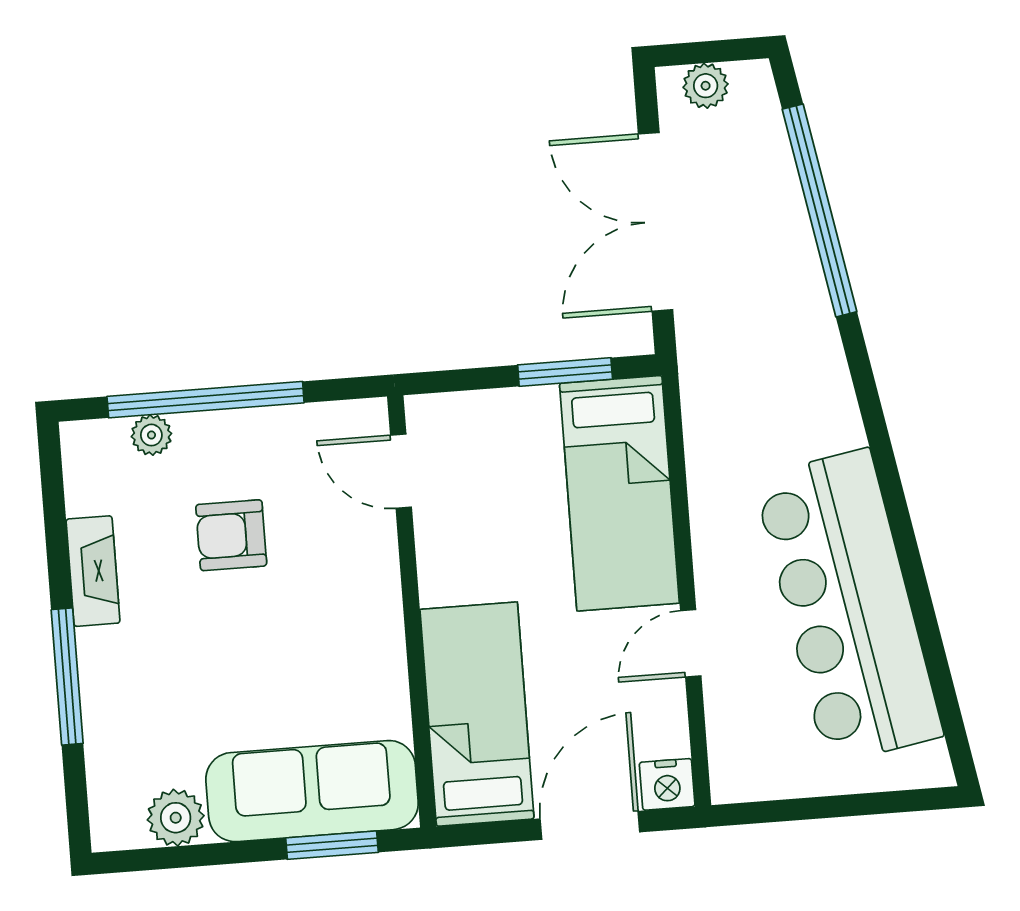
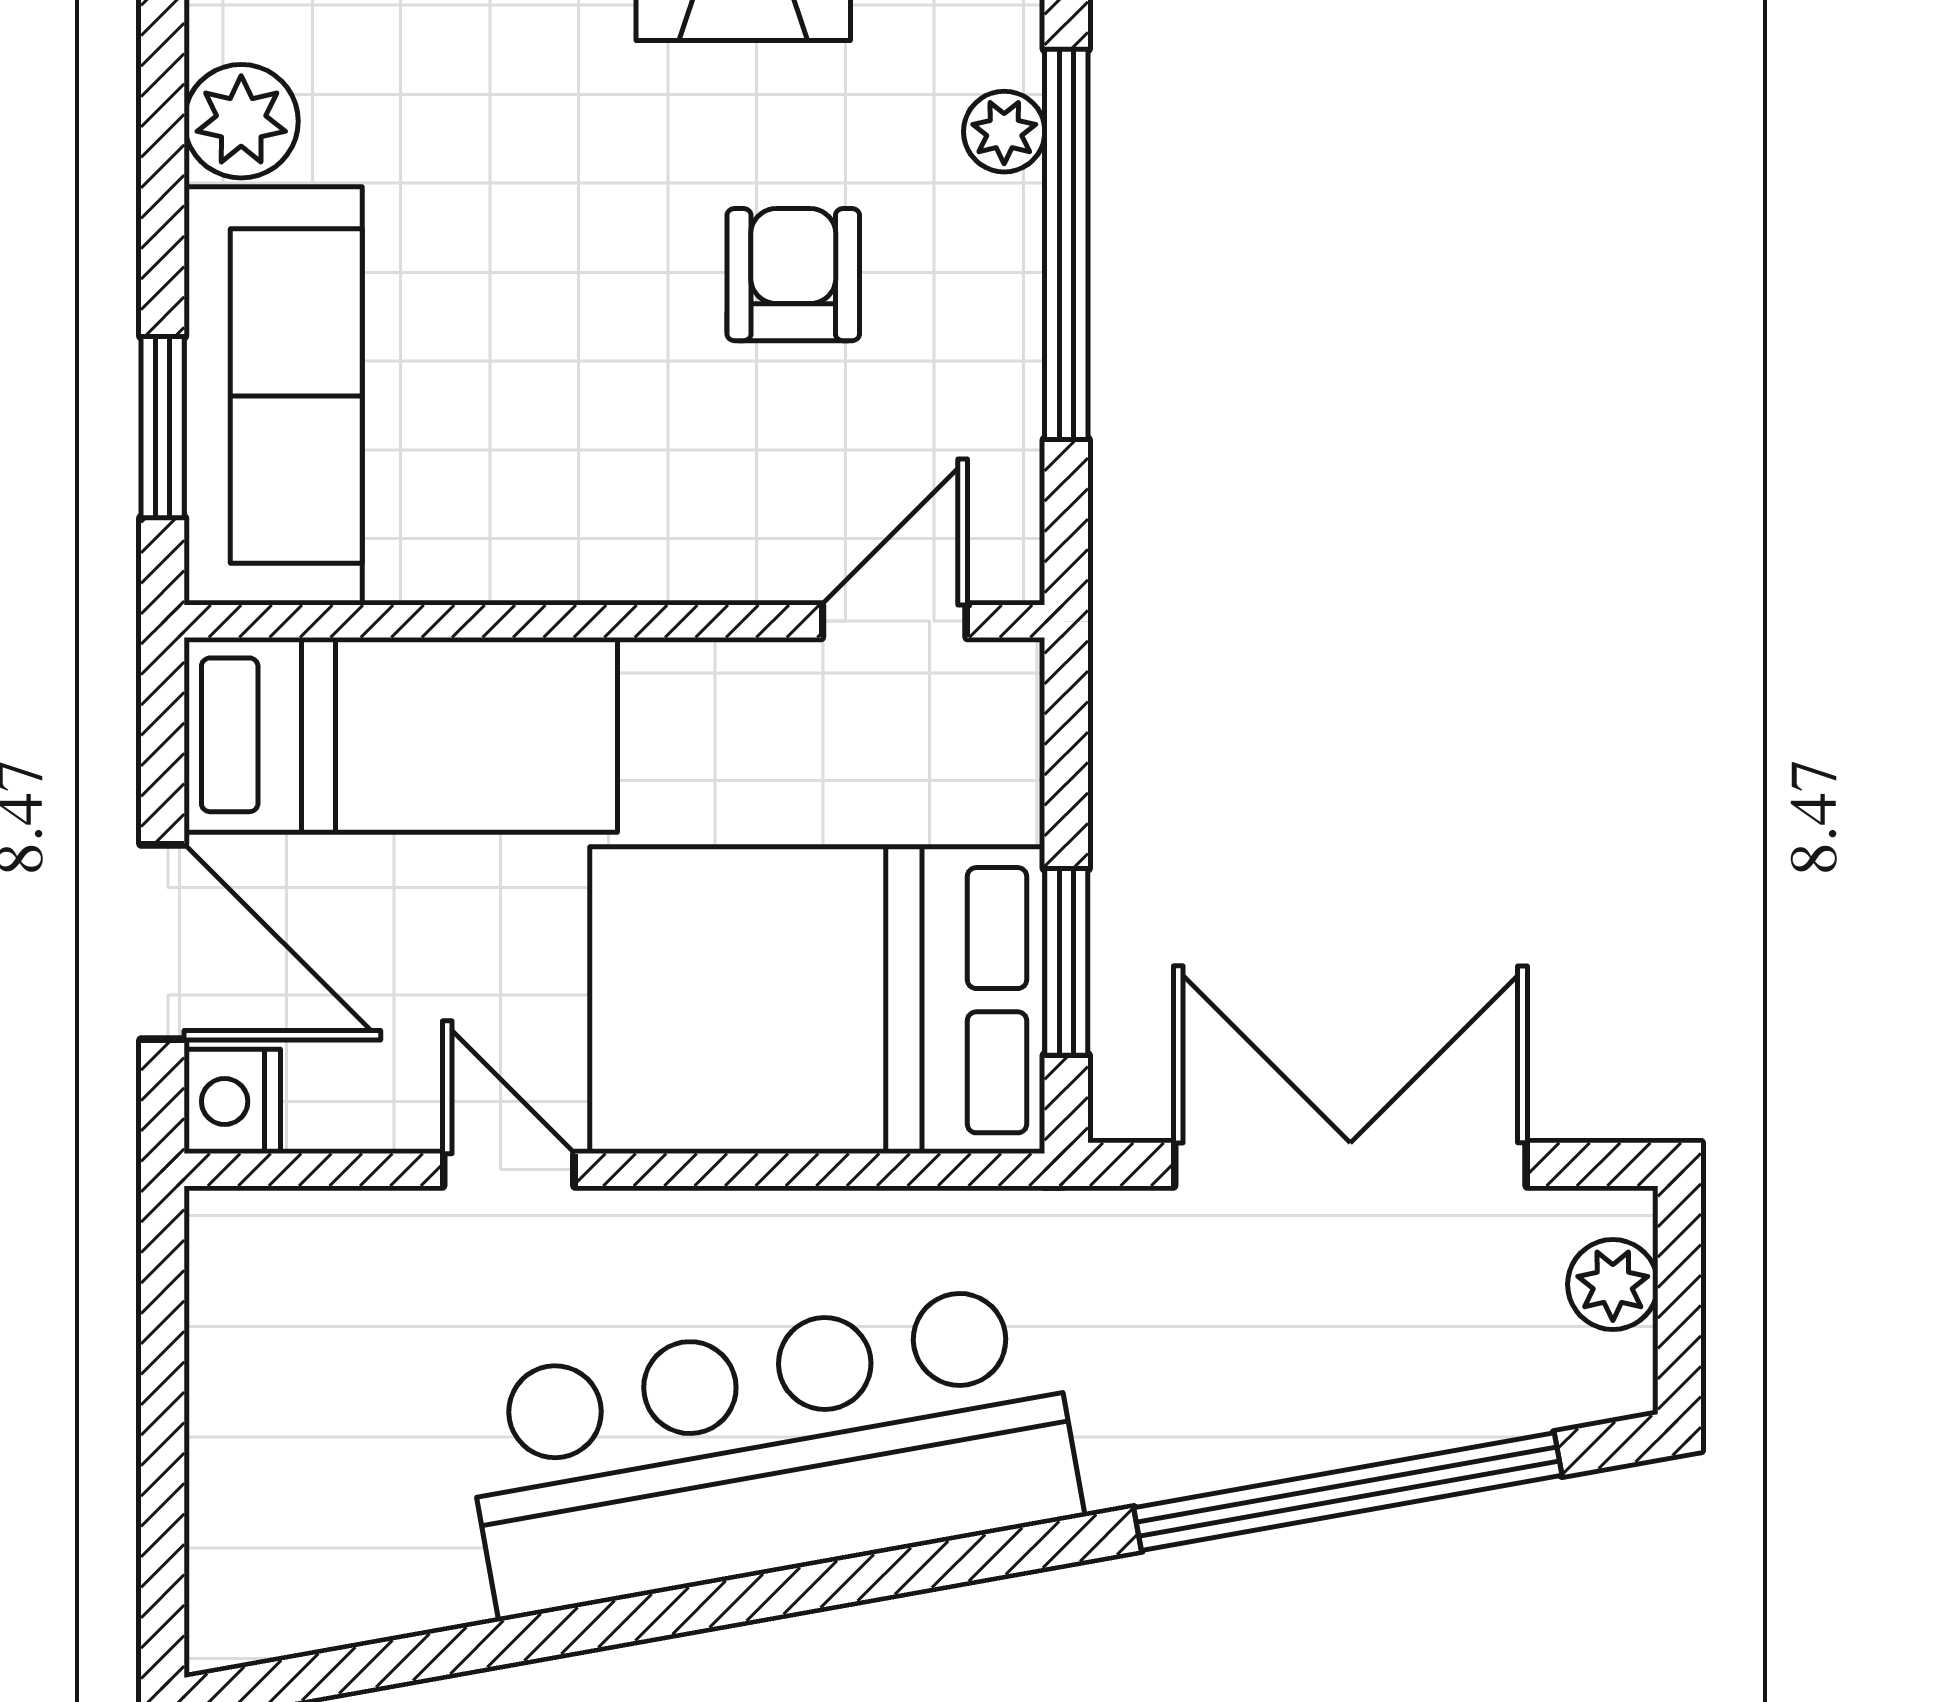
bed: (619, 493) -> (817, 1000), width x1.50
bar counter: (848, 607) -> (771, 1450), moved

